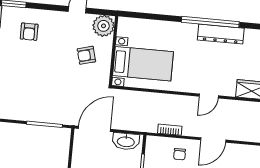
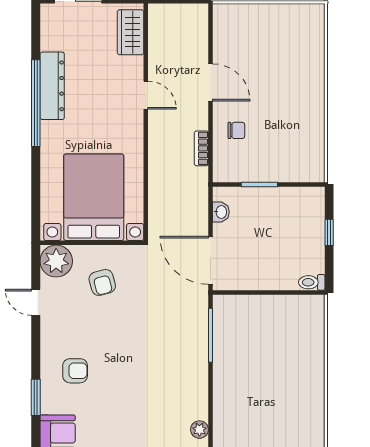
bed with nightstands: (143, 64) -> (94, 197), width x1.36
washbasin: (126, 141) -> (221, 212), width x0.52, depth x0.69

